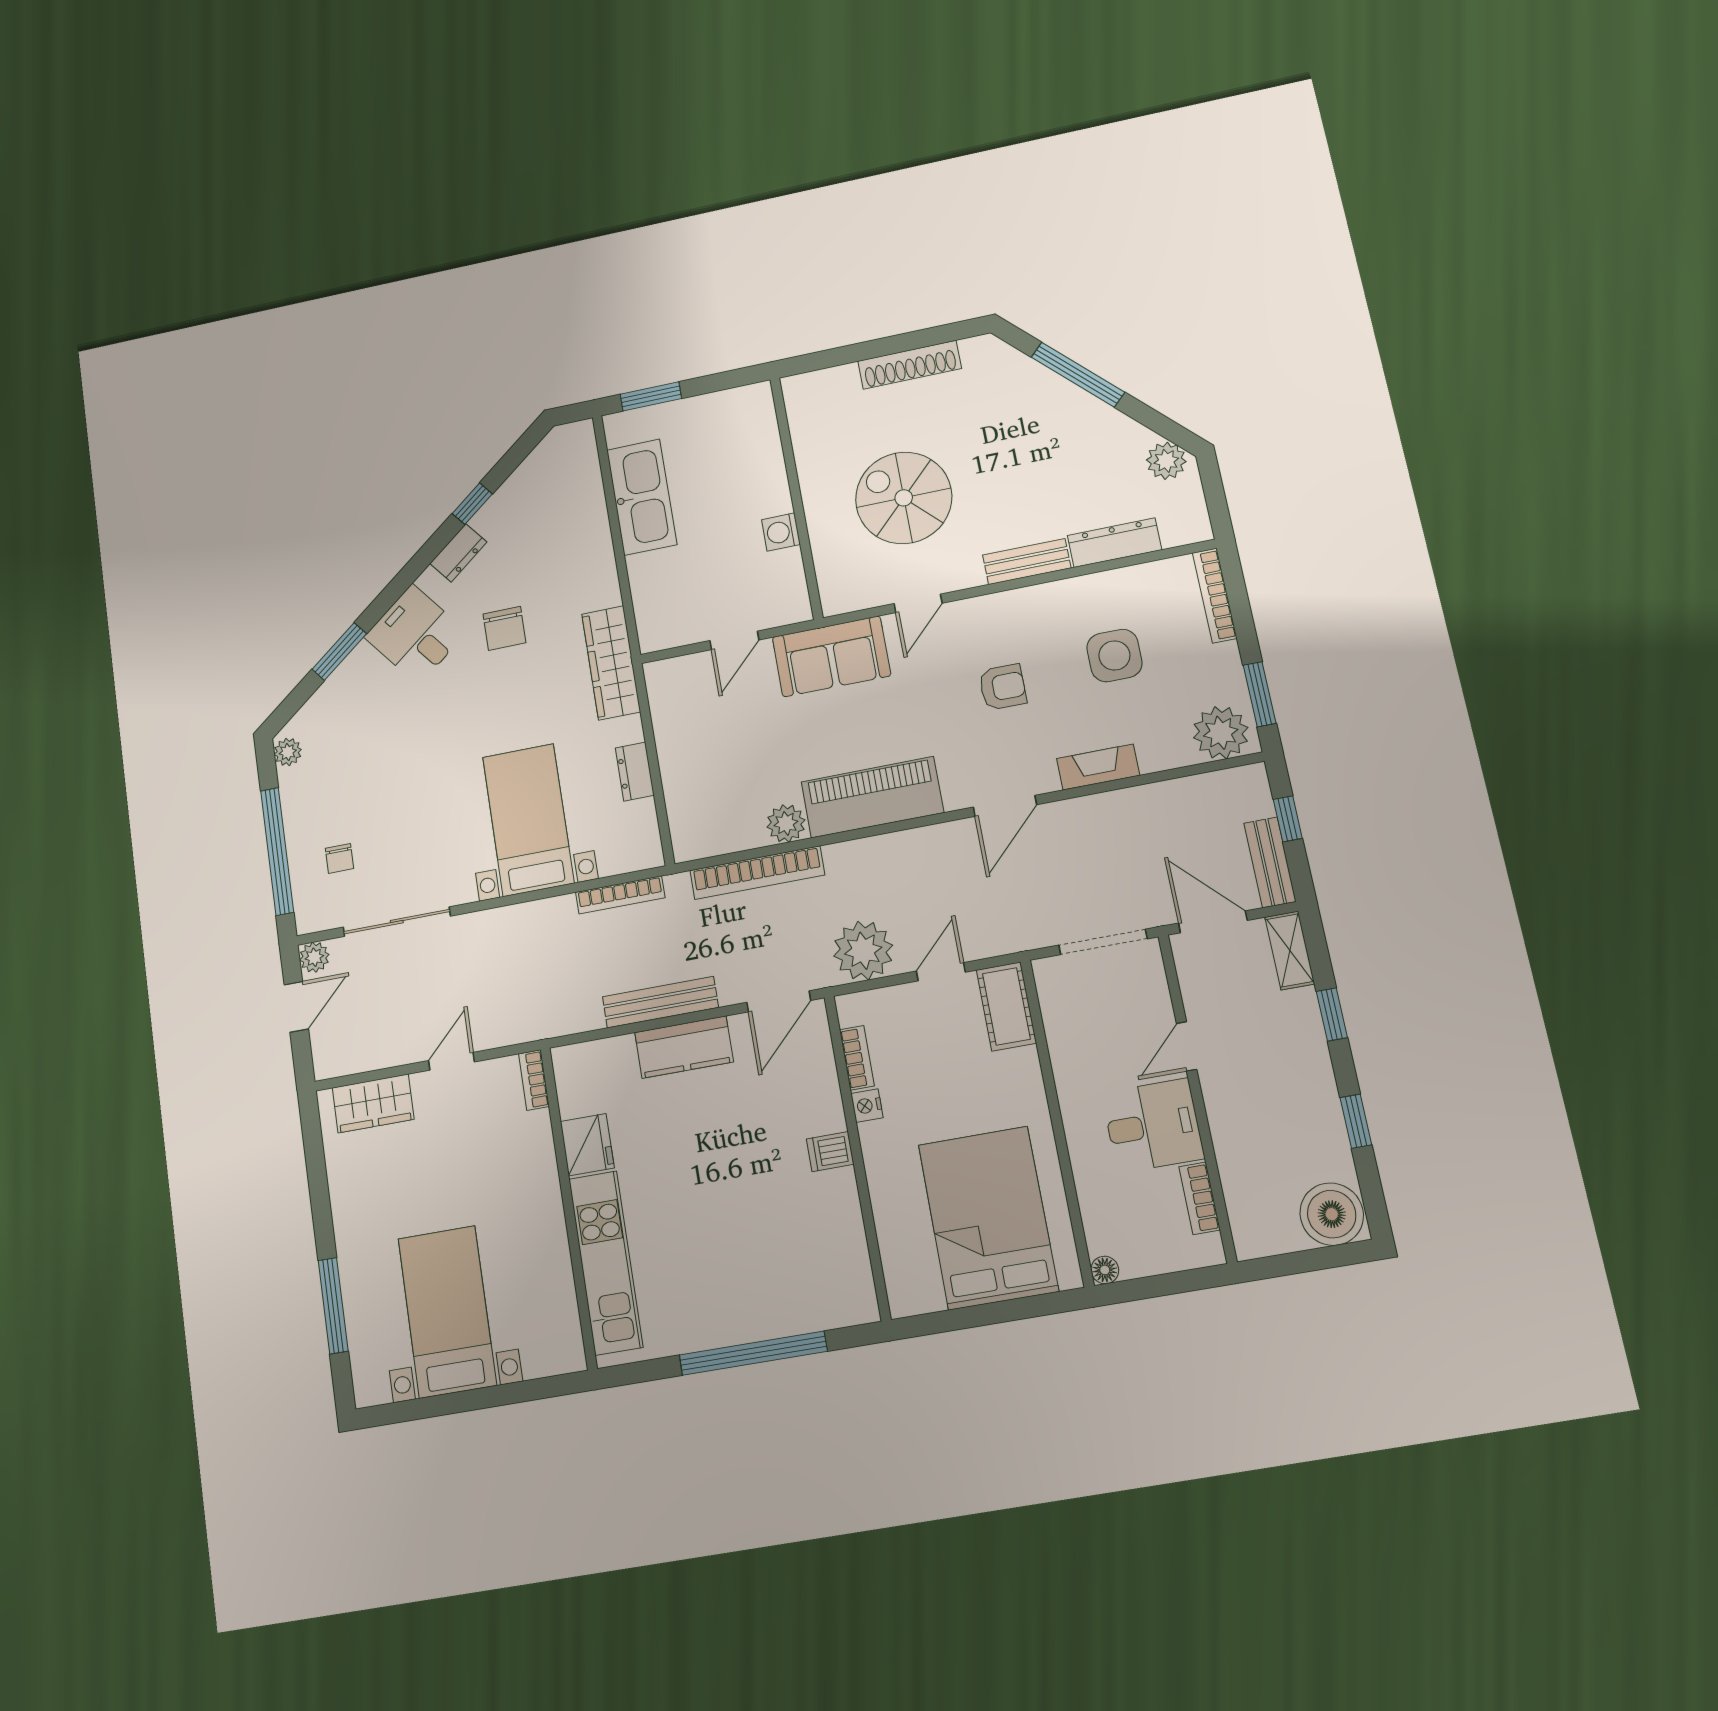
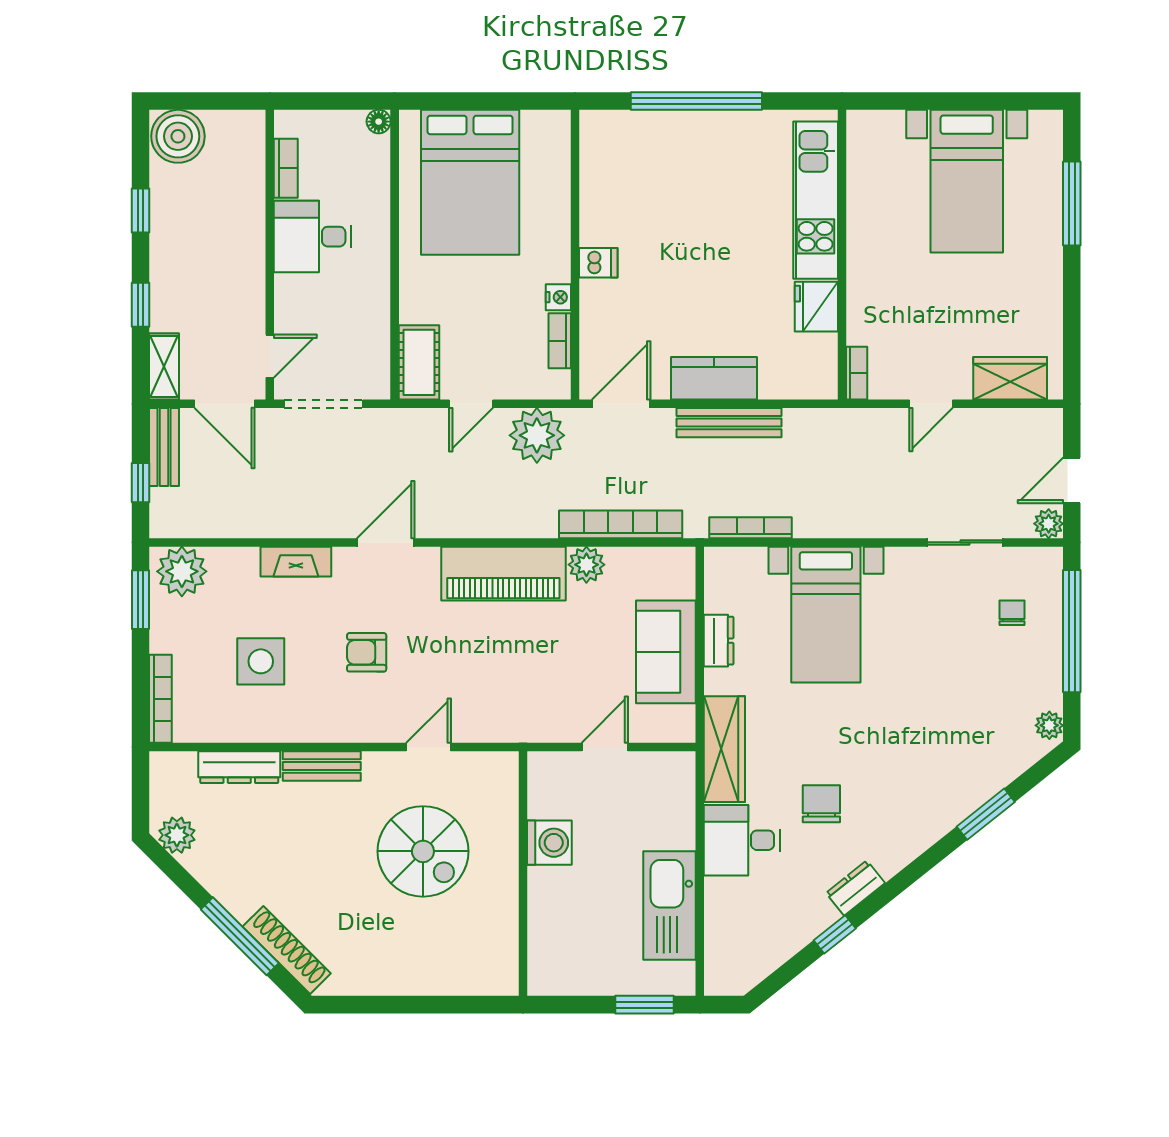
shoe rack: (910, 365) -> (287, 950), moved, turned 45
washing machine: (781, 532) -> (549, 843), width x1.38, depth x1.38
desk: (415, 634) -> (742, 840), moved, turned 129
sofa: (831, 656) -> (666, 652), moved, turned -90
sliding door: (397, 922) -> (965, 542), width x0.73
door: (1187, 1046) -> (270, 356), moved

